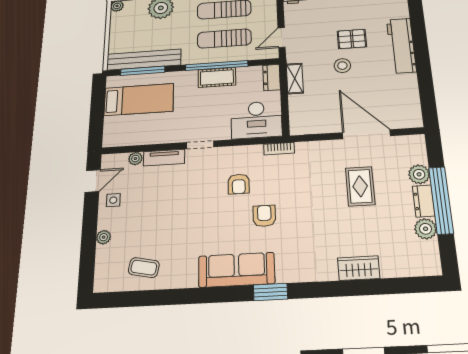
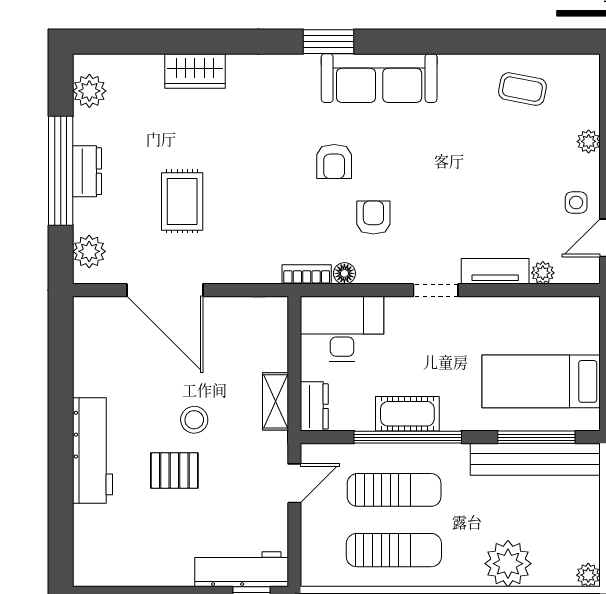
floor lamp: (256, 151) -> (344, 273), added
plant: (419, 174) -> (89, 251), moved
plant: (426, 229) -> (89, 91), moved

